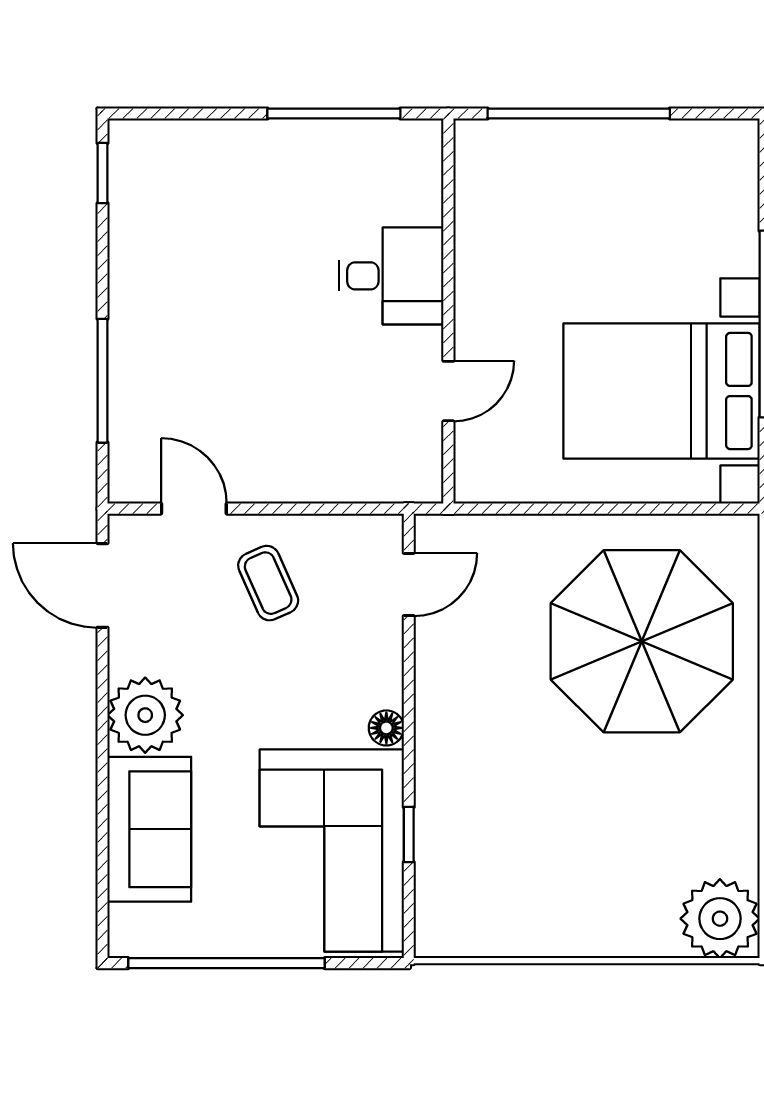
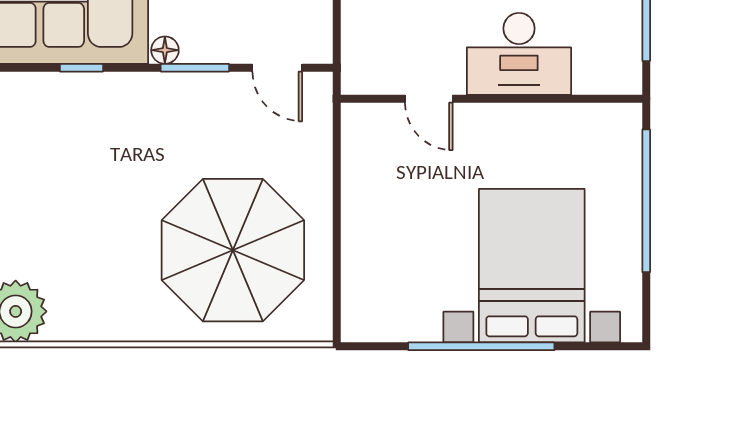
desk: (391, 276) -> (519, 54), width x1.37
bed with nightstands: (662, 391) -> (532, 266), moved
window: (409, 690) -> (195, 68), added

